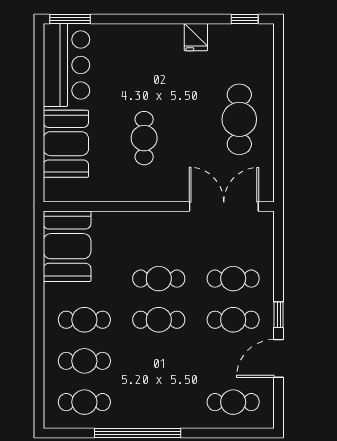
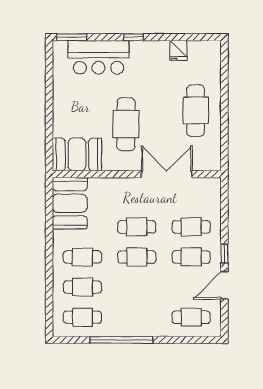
window: (245, 19) -> (133, 37), moved
fridge: (196, 37) -> (178, 50), moved
bar counter: (66, 65) -> (99, 57), moved, turned 90
cafe table: (144, 138) -> (126, 124), width x1.37, depth x1.35
booth: (66, 144) -> (77, 154), moved, turned 90
double door: (224, 206) -> (167, 174), moved

